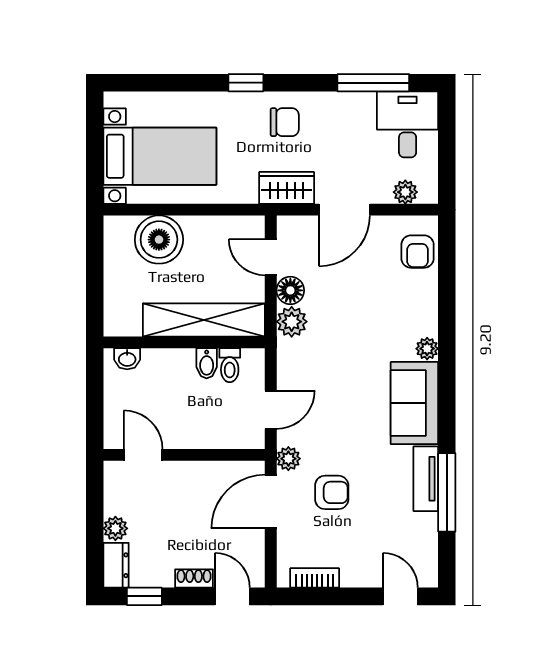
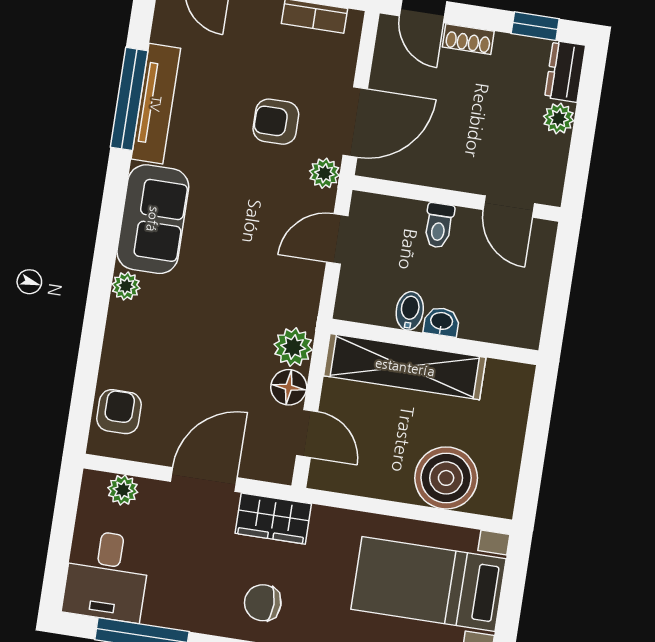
washbasin: (127, 359) -> (441, 322), moved
toilet: (230, 365) -> (439, 225), moved, turned 180
tv unit: (426, 479) -> (156, 104), width x1.41

